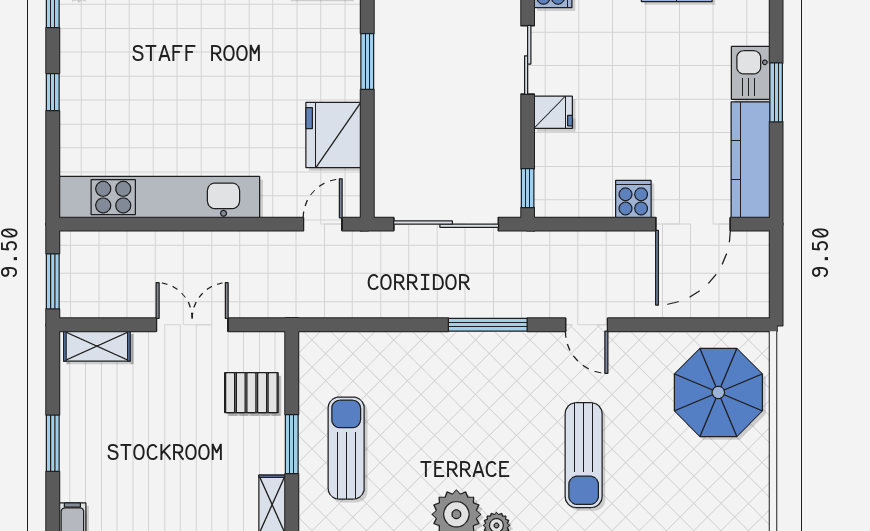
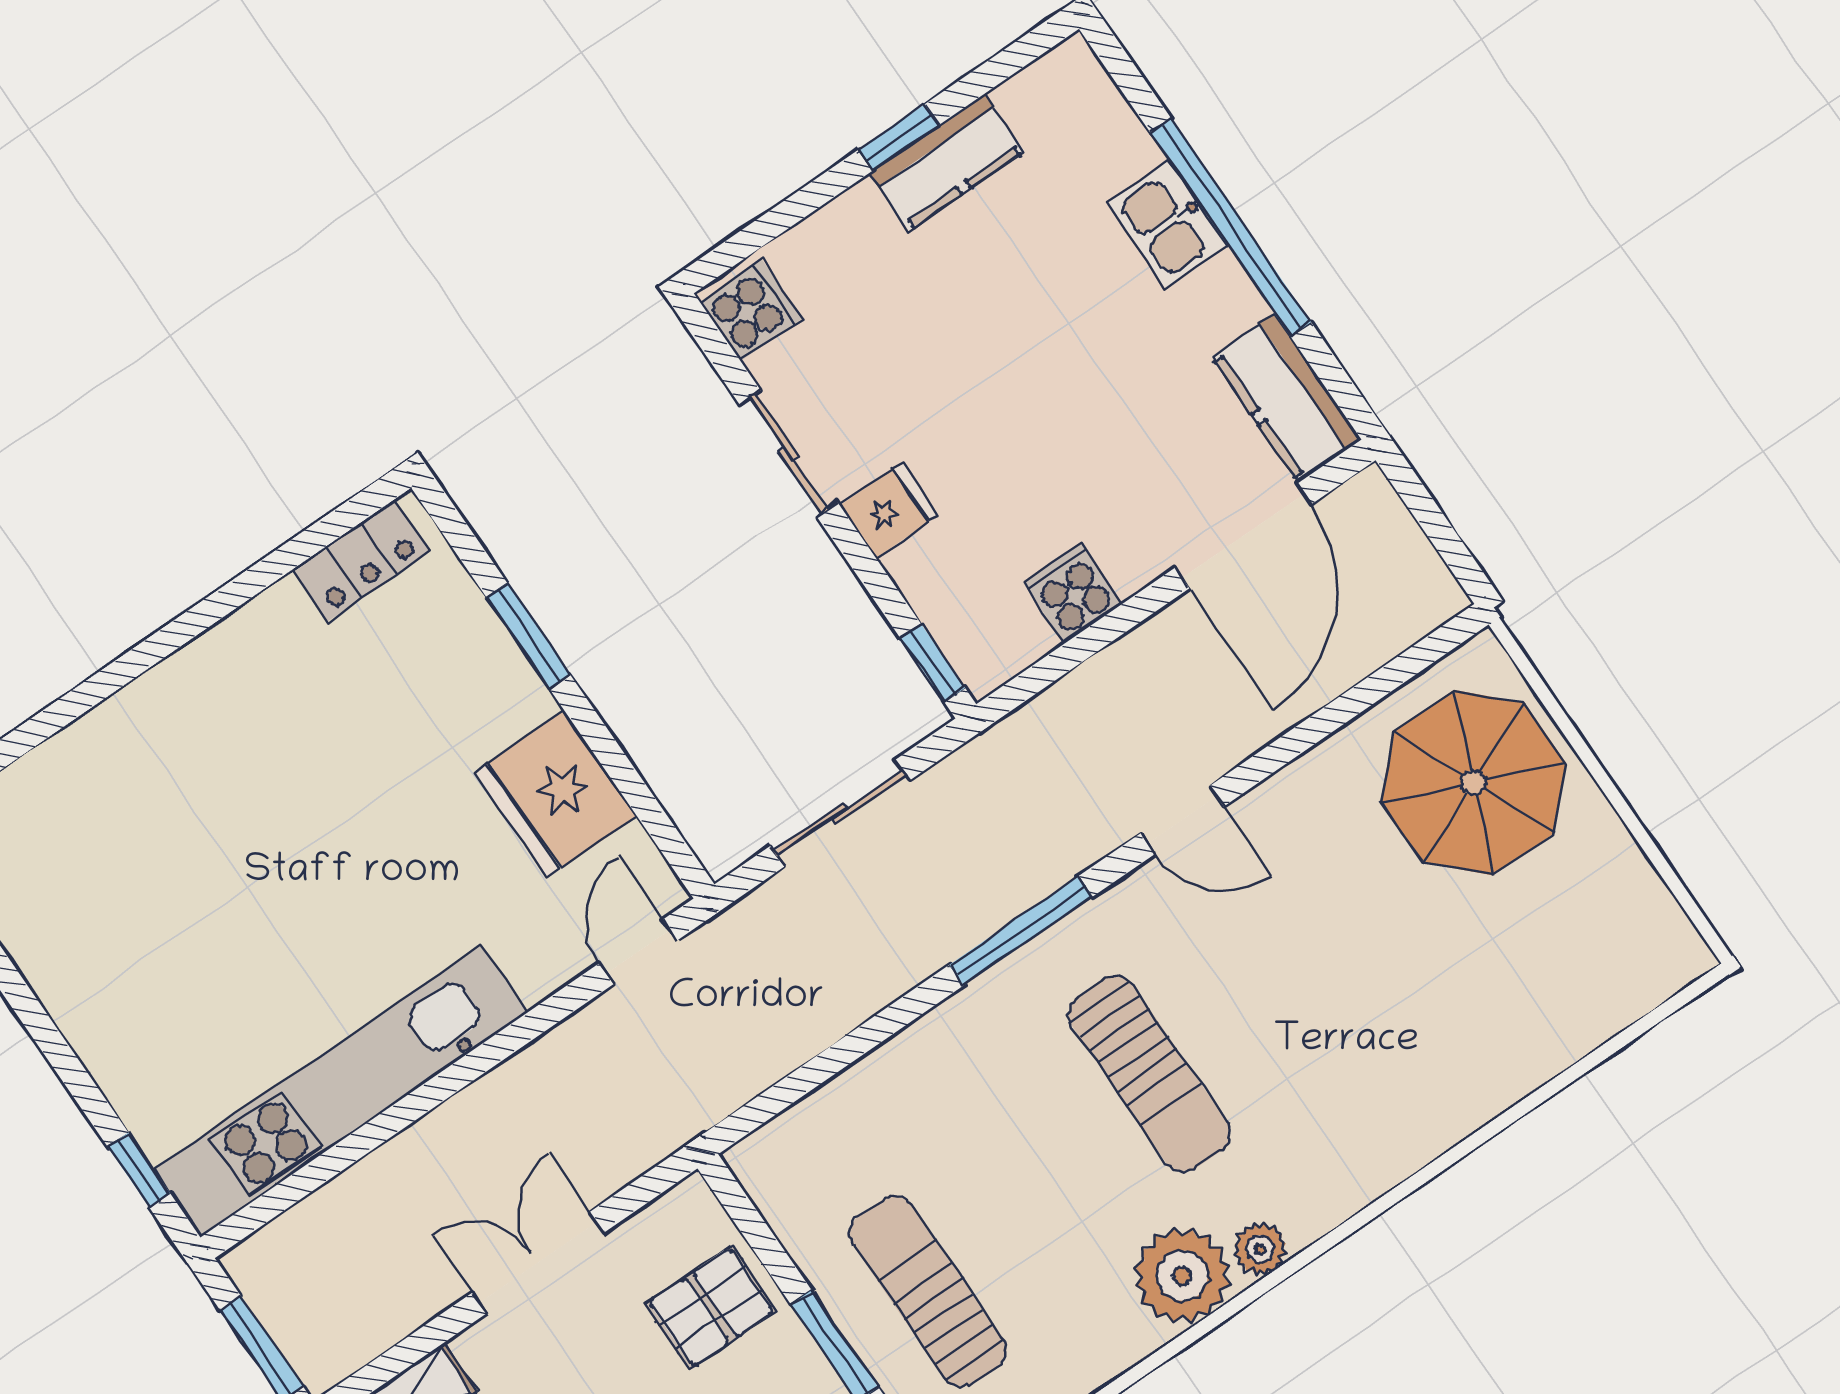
window: (53, 92) -> (139, 1170), moved
window: (776, 92) -> (1231, 228), width x2.11
kitchen counter: (750, 160) -> (1287, 398), width x0.67
cooker: (633, 199) -> (1073, 593), moved
sliding door: (446, 224) -> (840, 813), width x0.73
sun lounger: (584, 455) -> (1149, 1074), moved

